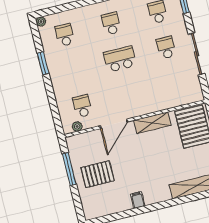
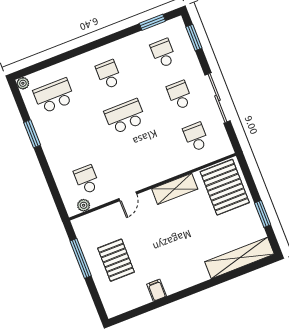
school desk: (65, 35) -> (54, 96), width x1.85
school desk: (175, 83) -> (196, 137), added
door: (114, 124) -> (128, 196), width x0.53
pallet: (98, 174) -> (116, 260), turned 90
filing cabinet: (138, 200) -> (157, 290), moved

